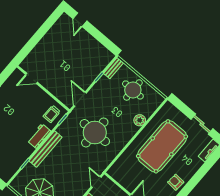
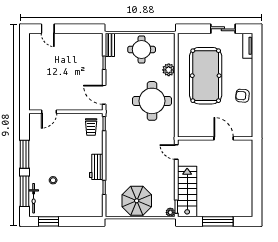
round table: (95, 132) -> (152, 101), moved
workbench: (39, 136) -> (96, 167), moved
bench: (46, 149) -> (111, 161), removed

